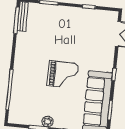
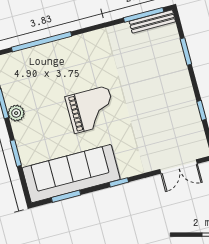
grand piano: (63, 75) -> (91, 110), turned -90

